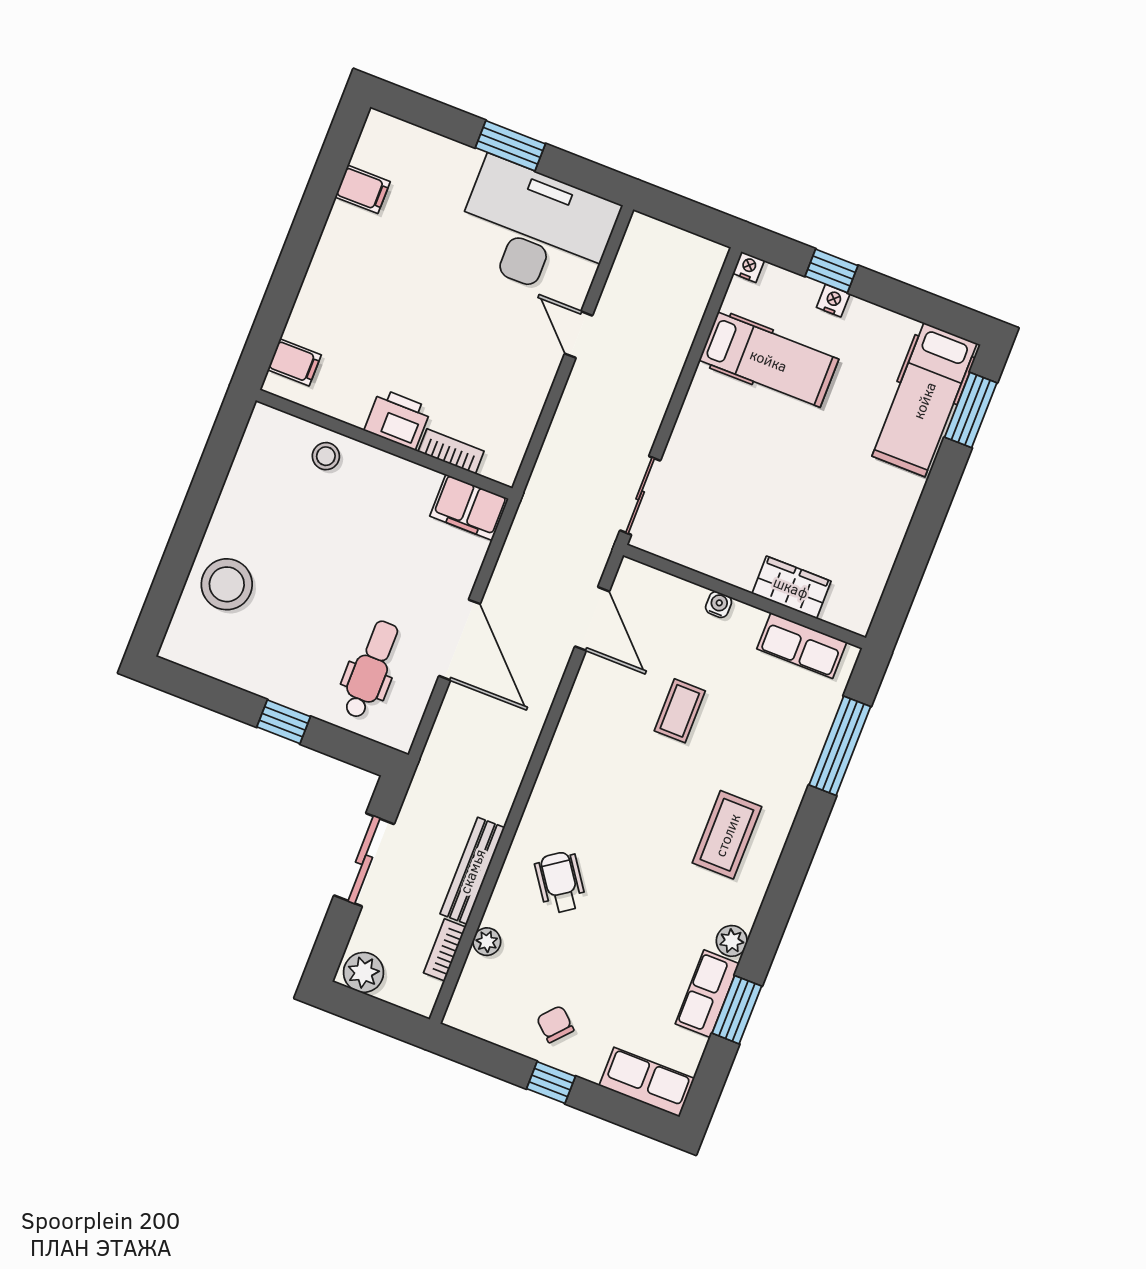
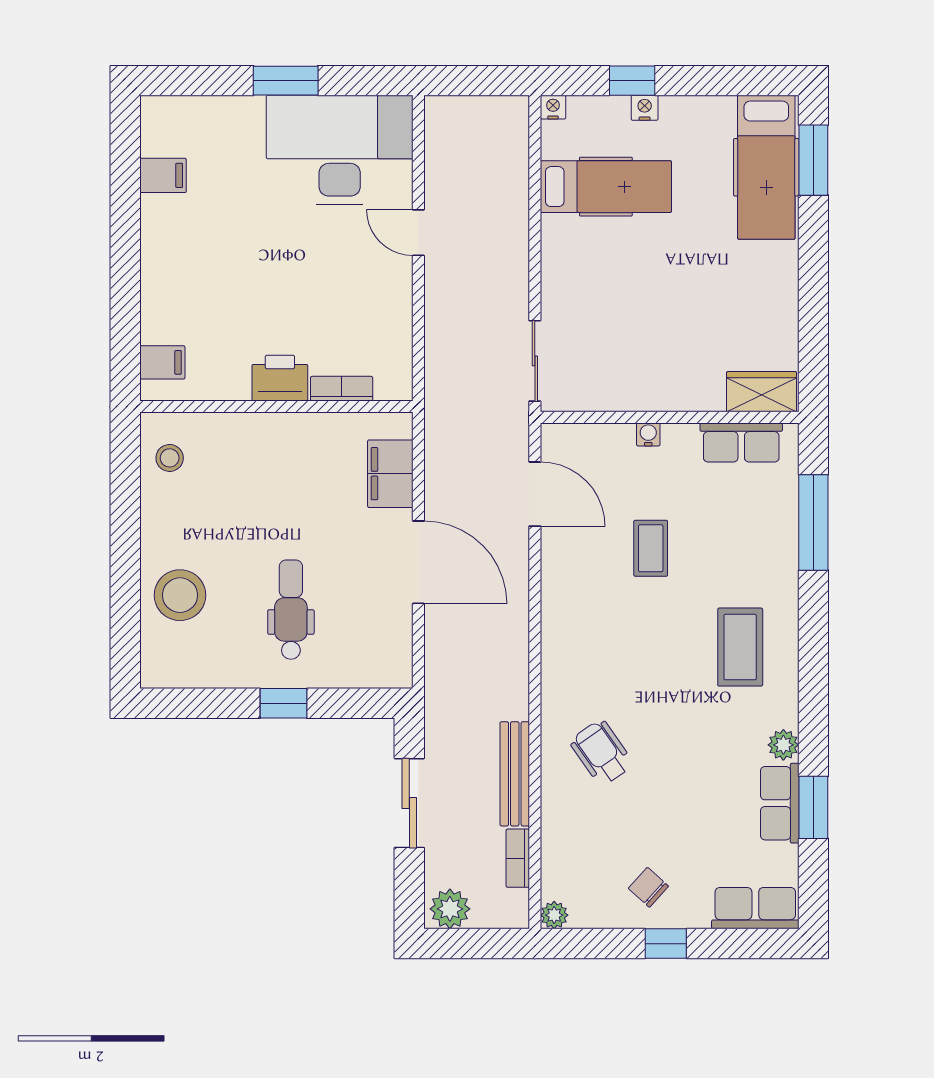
stool: (326, 456) -> (170, 458), moved
filing cabinet: (469, 507) -> (390, 474), moved, turned 90
wardrobe: (791, 587) -> (762, 392), moved
dental chair: (371, 669) -> (291, 610), moved
plant: (487, 942) -> (554, 915), moved

